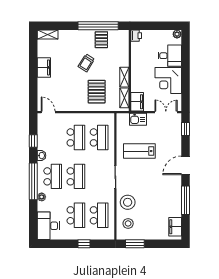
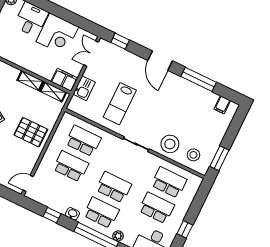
pallet: (97, 92) -> (31, 132), moved
filing cabinet: (175, 227) -> (222, 105), width x0.50
window: (84, 244) -> (185, 229), moved

